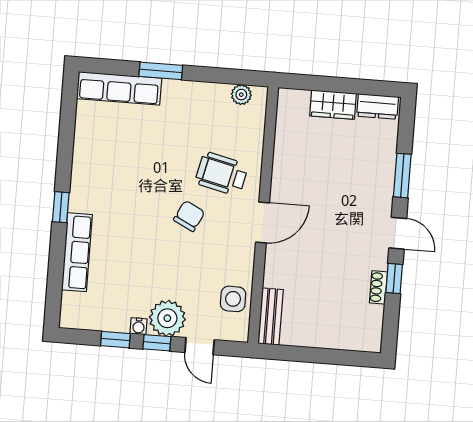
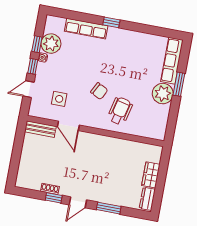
plant: (241, 95) -> (163, 94), moved, width x1.88, depth x1.88
door: (262, 223) -> (68, 126), moved
side table: (233, 299) -> (59, 99), moved
plant: (167, 318) -> (51, 44), moved

